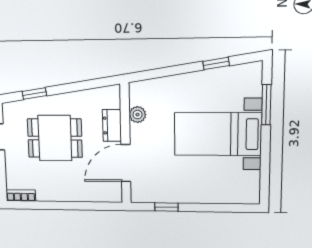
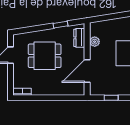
window: (34, 94) -> (60, 25), moved
dresser: (112, 126) -> (79, 38), moved

